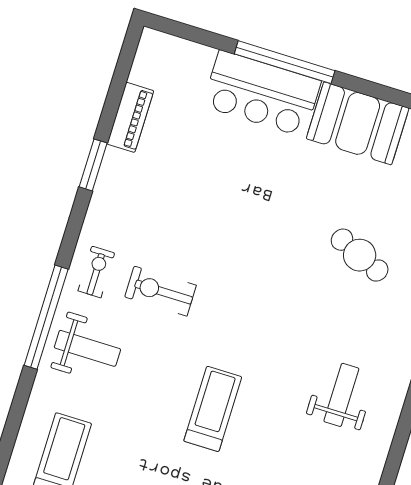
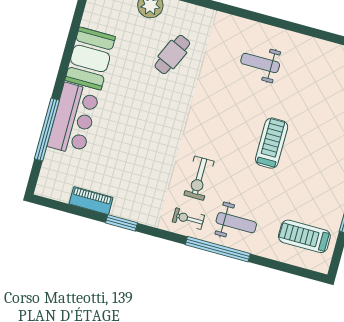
window: (285, 62) -> (47, 129), moved
weight bench: (87, 348) -> (236, 223), turned 90
treadmill: (213, 409) -> (272, 143), turned 90

